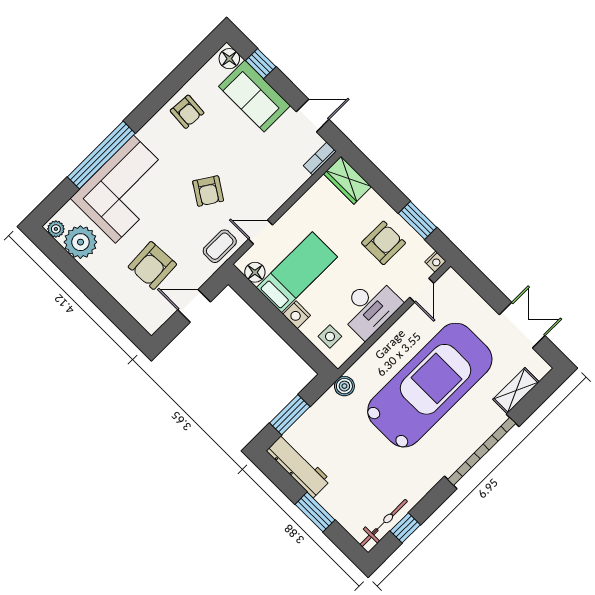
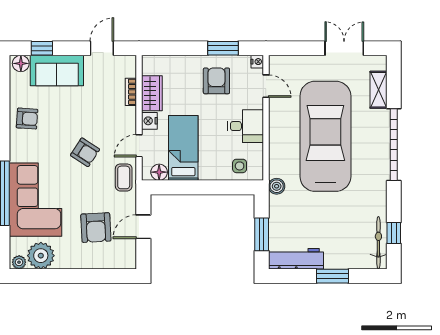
bookcase: (320, 159) -> (131, 92), moved
wardrobe: (347, 180) -> (152, 93), moved, turned -90
desk: (370, 307) -> (246, 126), width x0.73
nightstand: (297, 315) -> (149, 121), moved, turned 90

